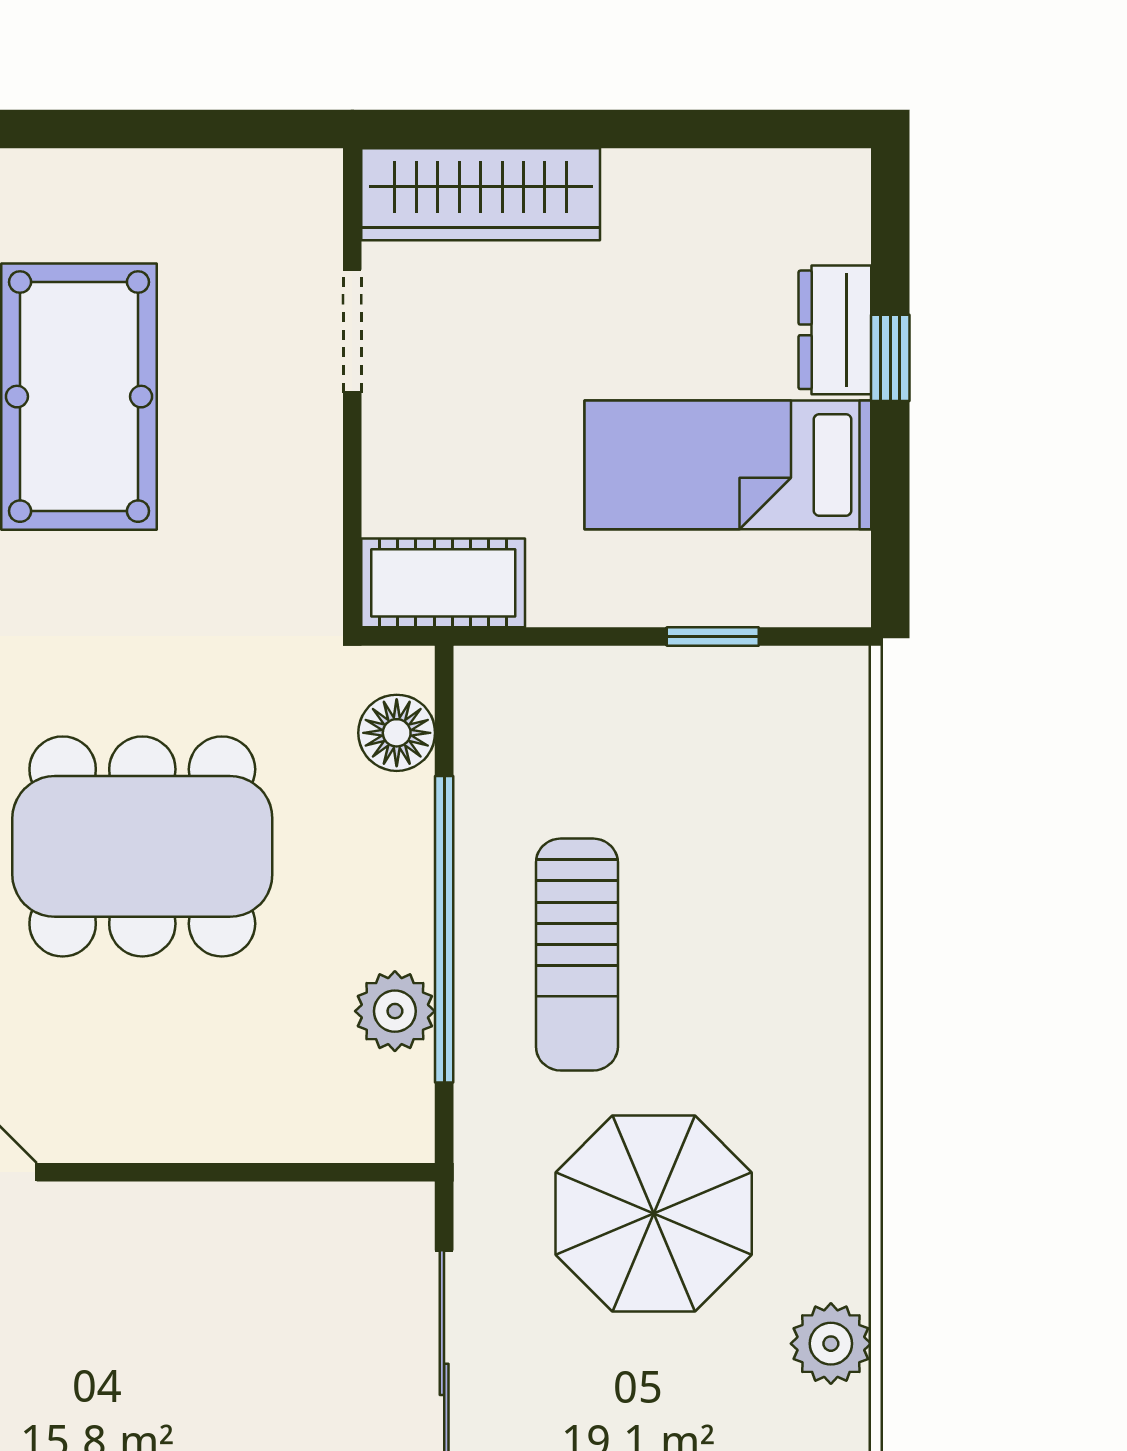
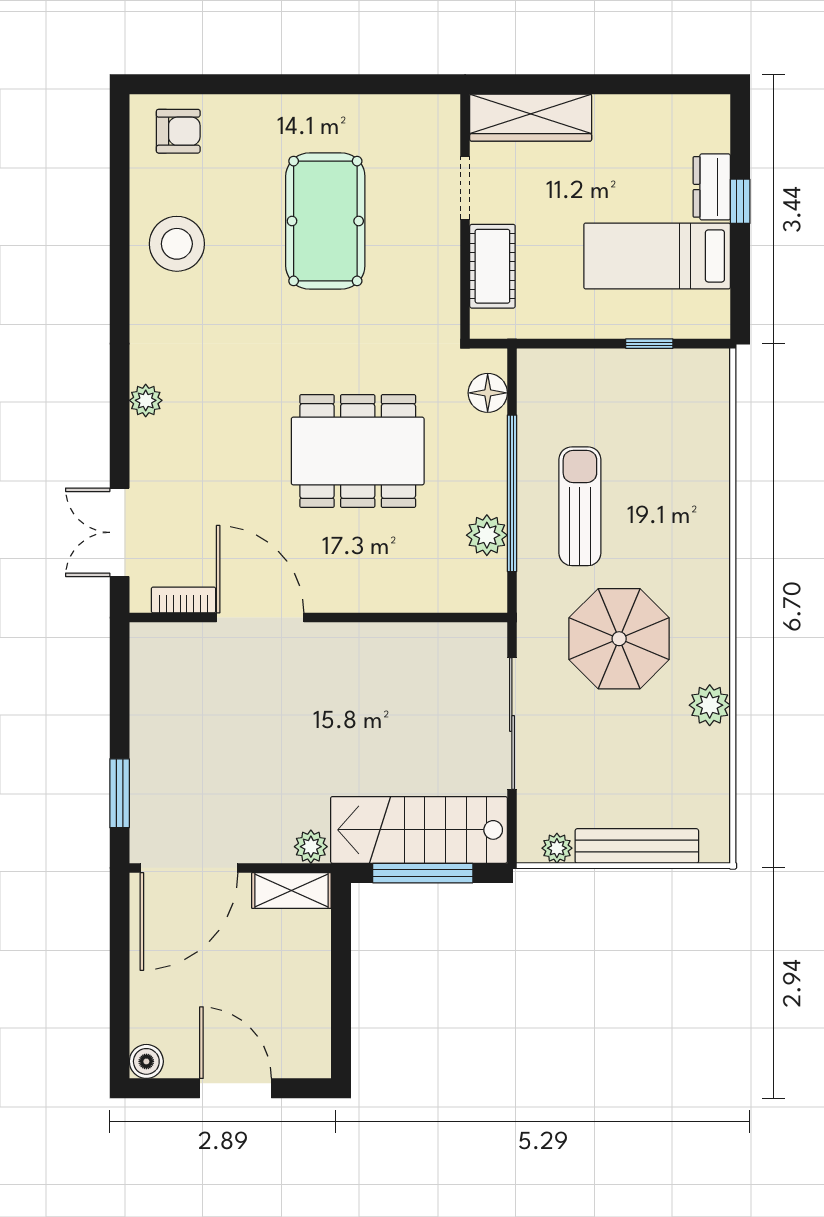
cot: (443, 583) -> (492, 266), moved, turned 90
sun lounger: (577, 955) -> (580, 506), turned 180

